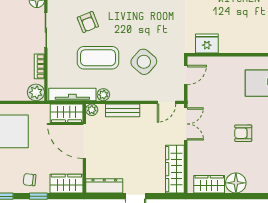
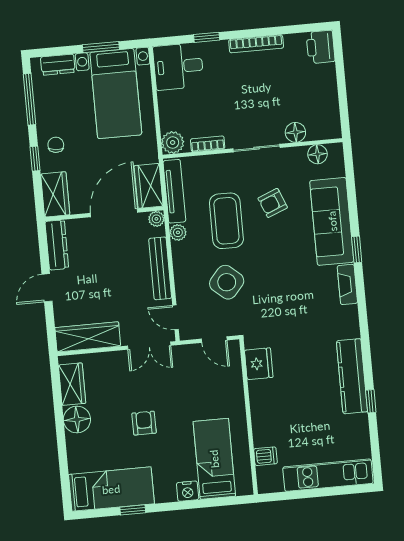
bench: (123, 110) -> (160, 268), width x1.36

